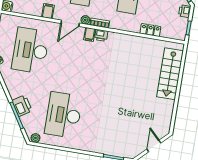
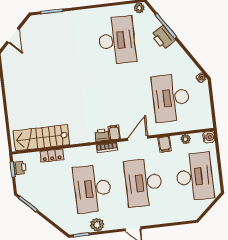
printer: (185, 11) -> (20, 168), moved
plant: (85, 20) -> (186, 139), moved
desk: (31, 50) -> (171, 98), turned 180
stairs: (170, 74) -> (41, 138), moved, turned -90

